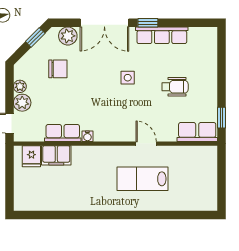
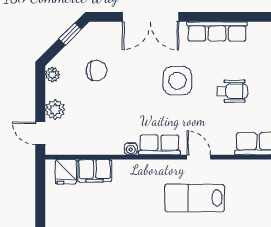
window: (148, 23) -> (201, 17), removed
plant: (68, 36) -> (108, 32), removed
side table: (128, 78) -> (177, 81), width x1.87, depth x1.87
plant: (20, 86) -> (52, 75), moved
row of seats: (63, 133) -> (159, 145), moved

